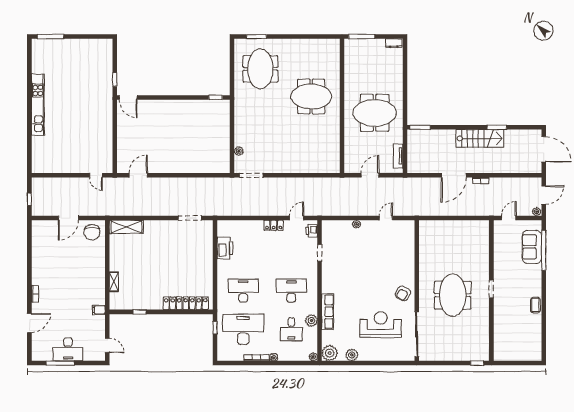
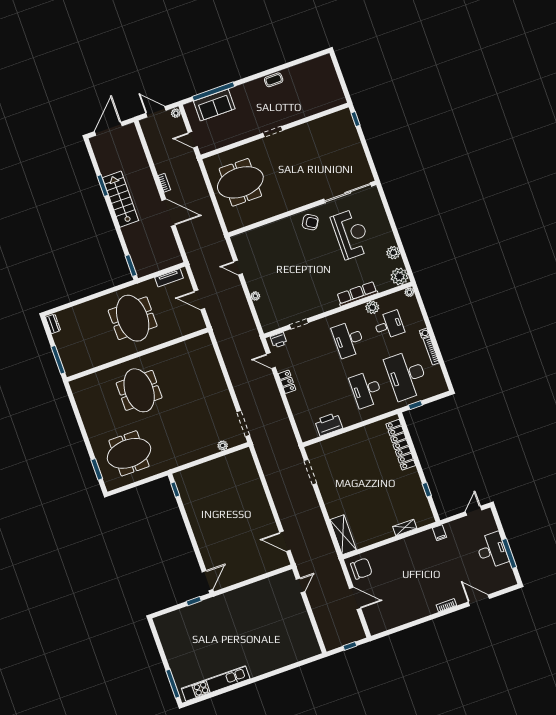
kitchen unit: (38, 105) -> (216, 684), moved
meeting table: (453, 295) -> (240, 182), moved
reception desk: (381, 325) -> (351, 234), turned 180

